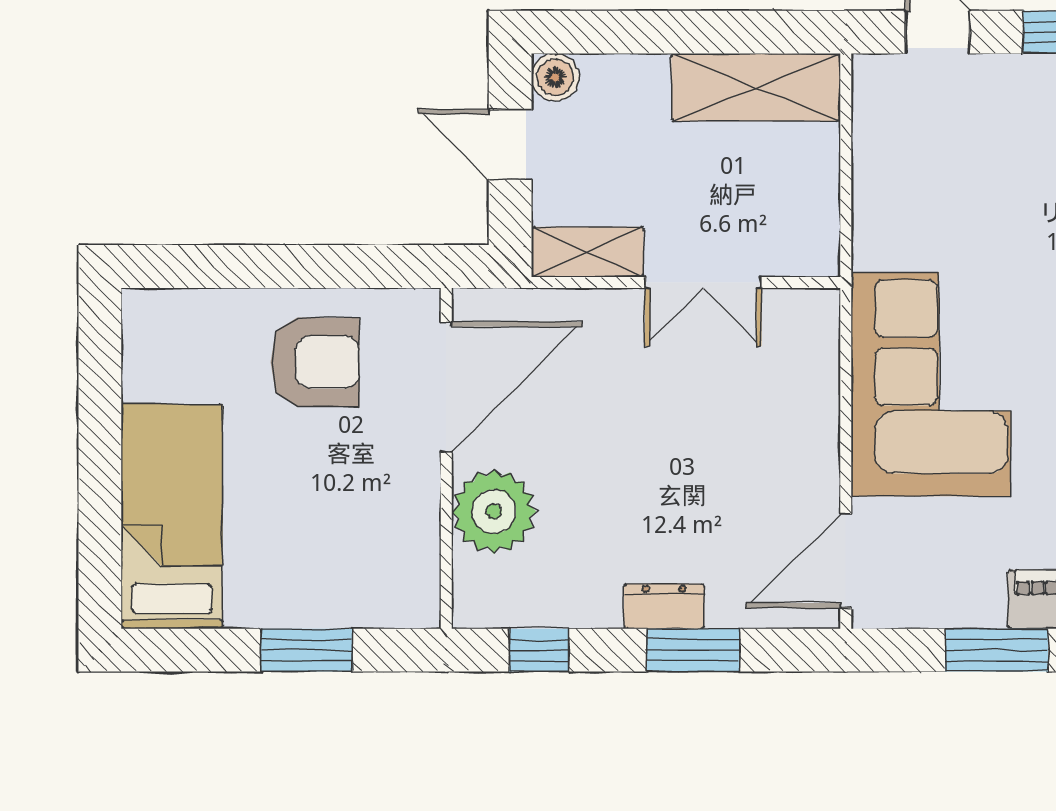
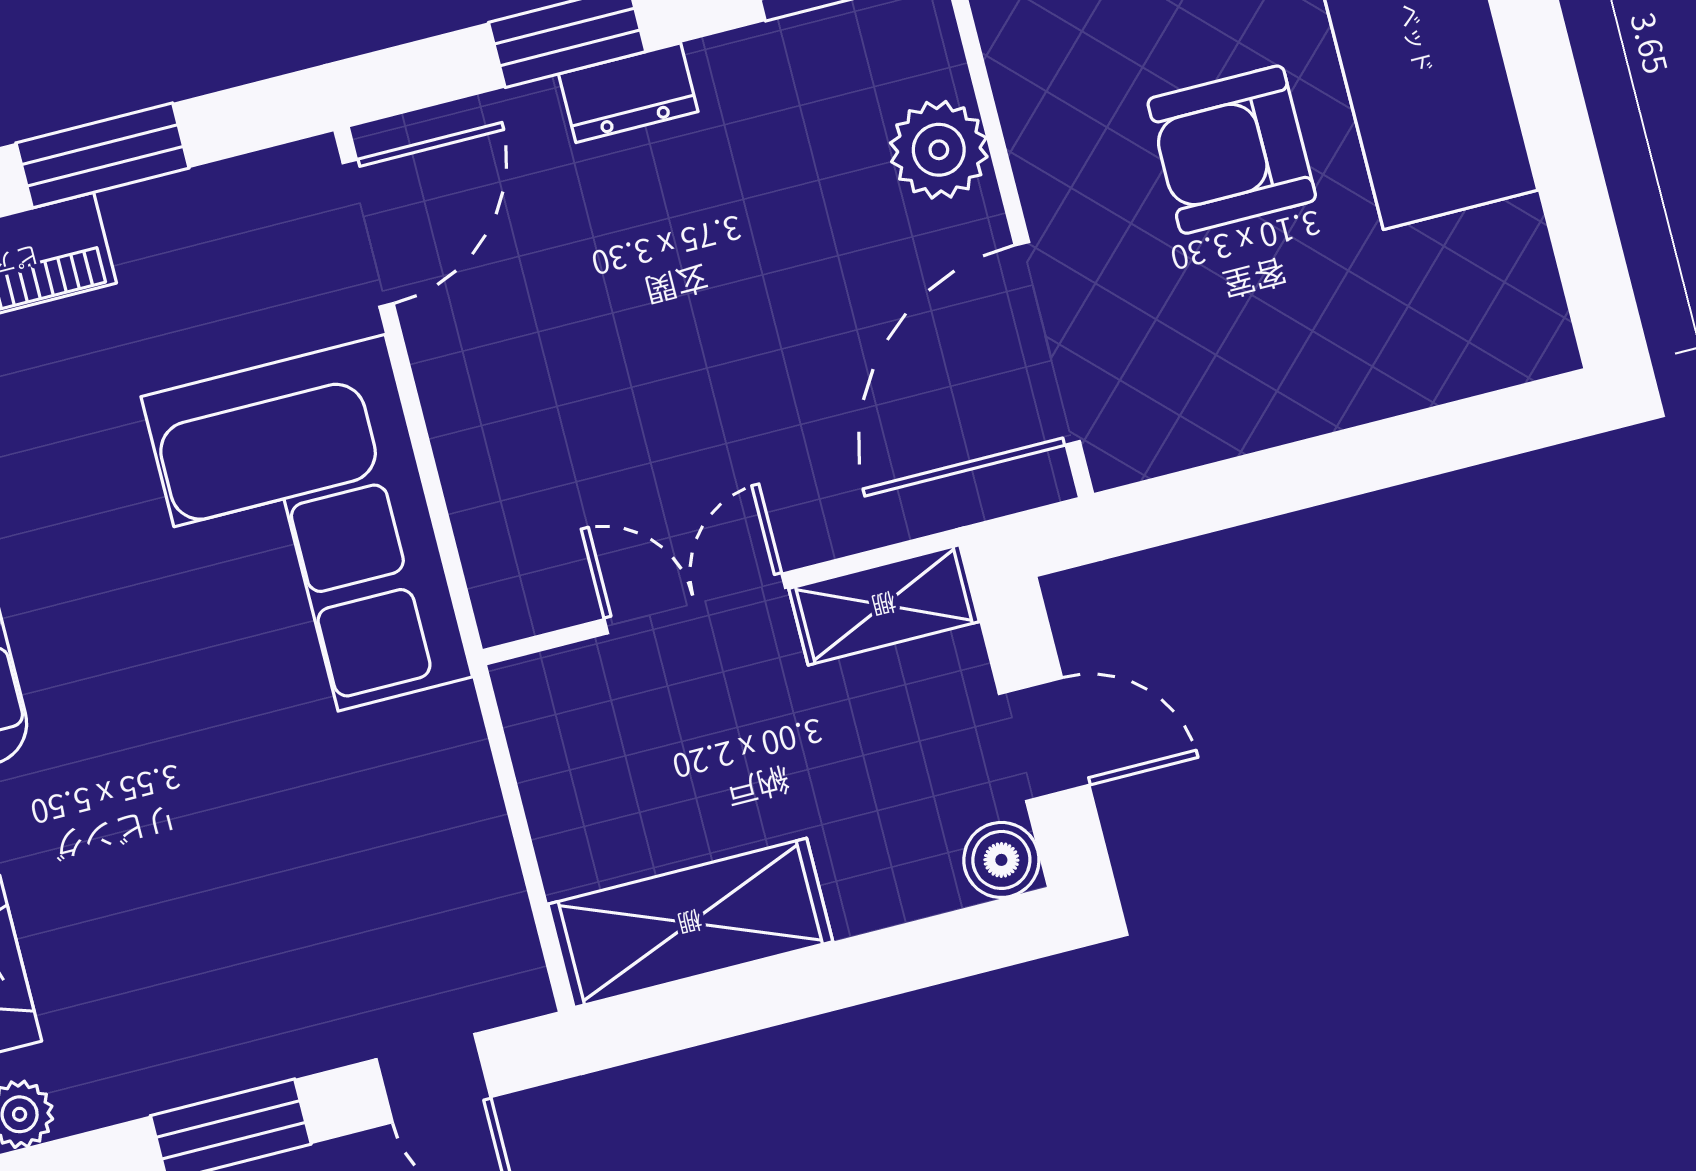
armchair: (315, 362) -> (1232, 150), moved
plant: (494, 511) -> (939, 150), width x0.73, depth x0.73

